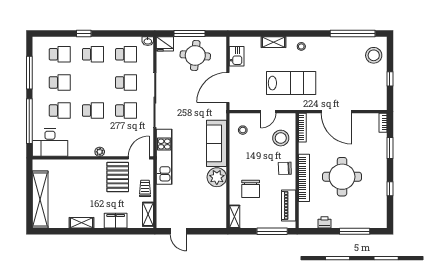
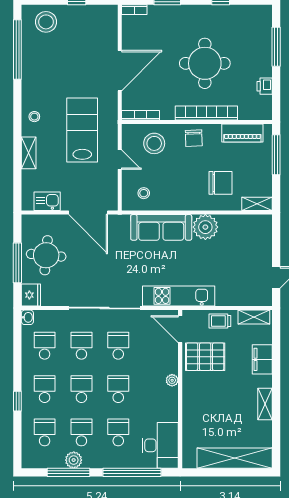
plant: (39, 76) -> (74, 460), added
school desk: (93, 82) -> (81, 389), added

